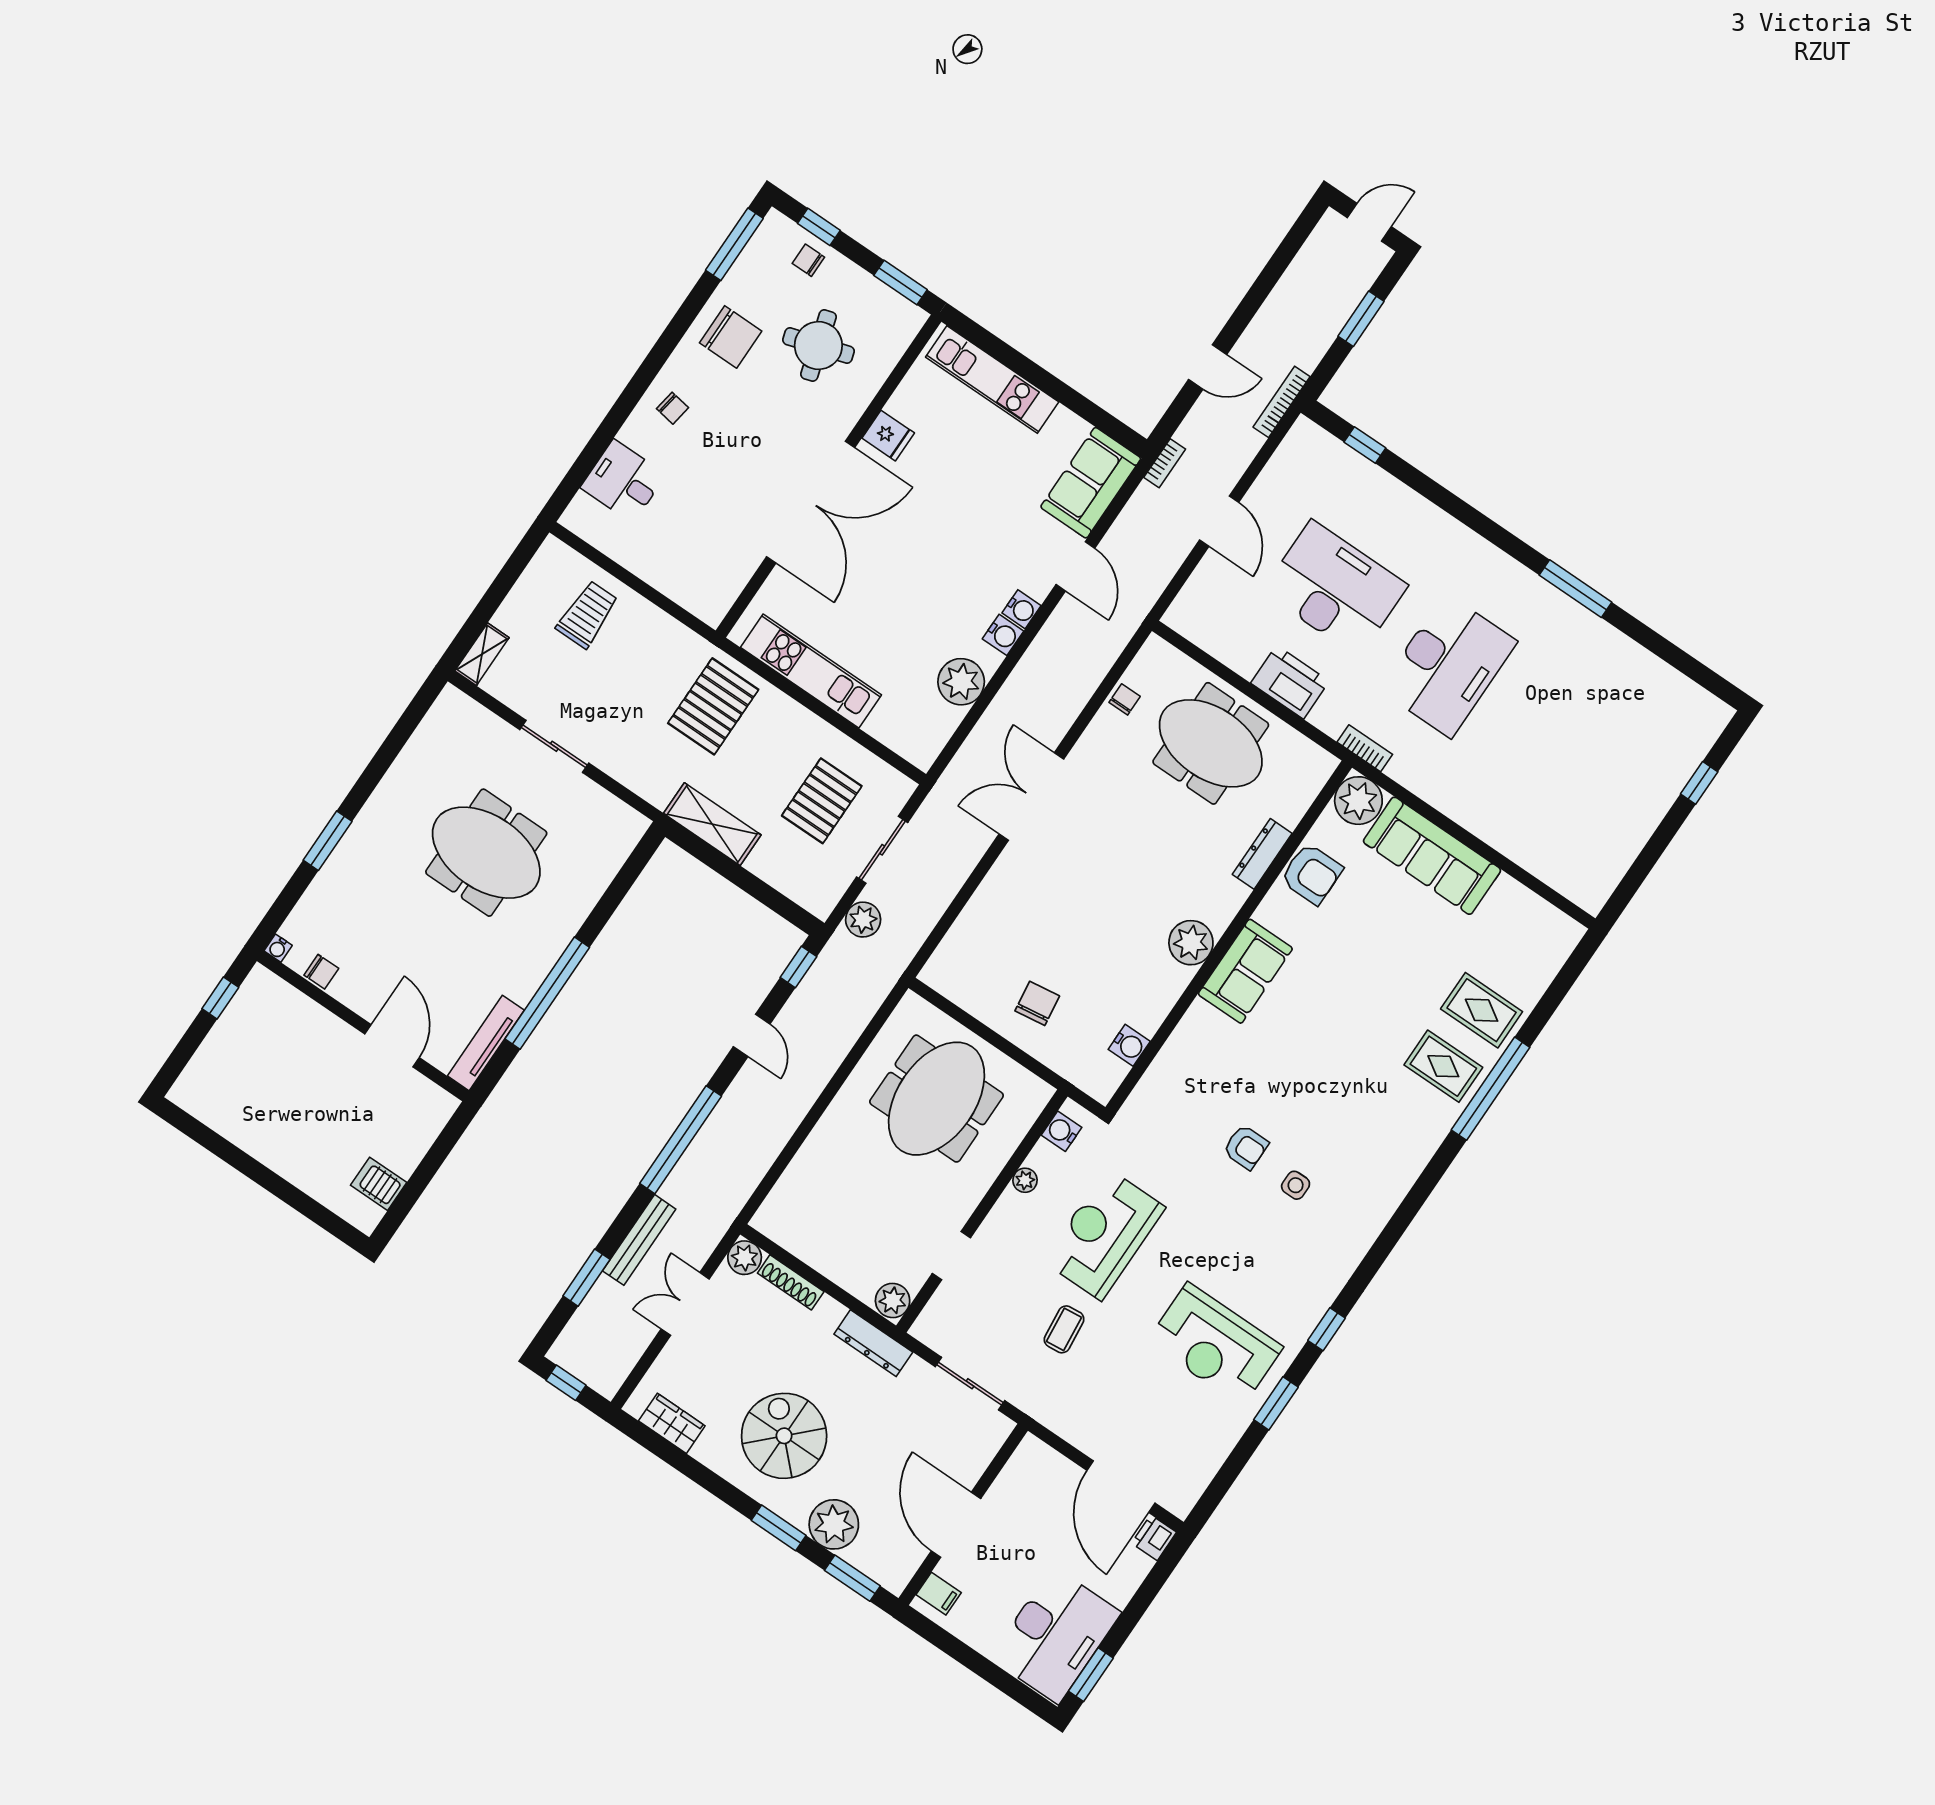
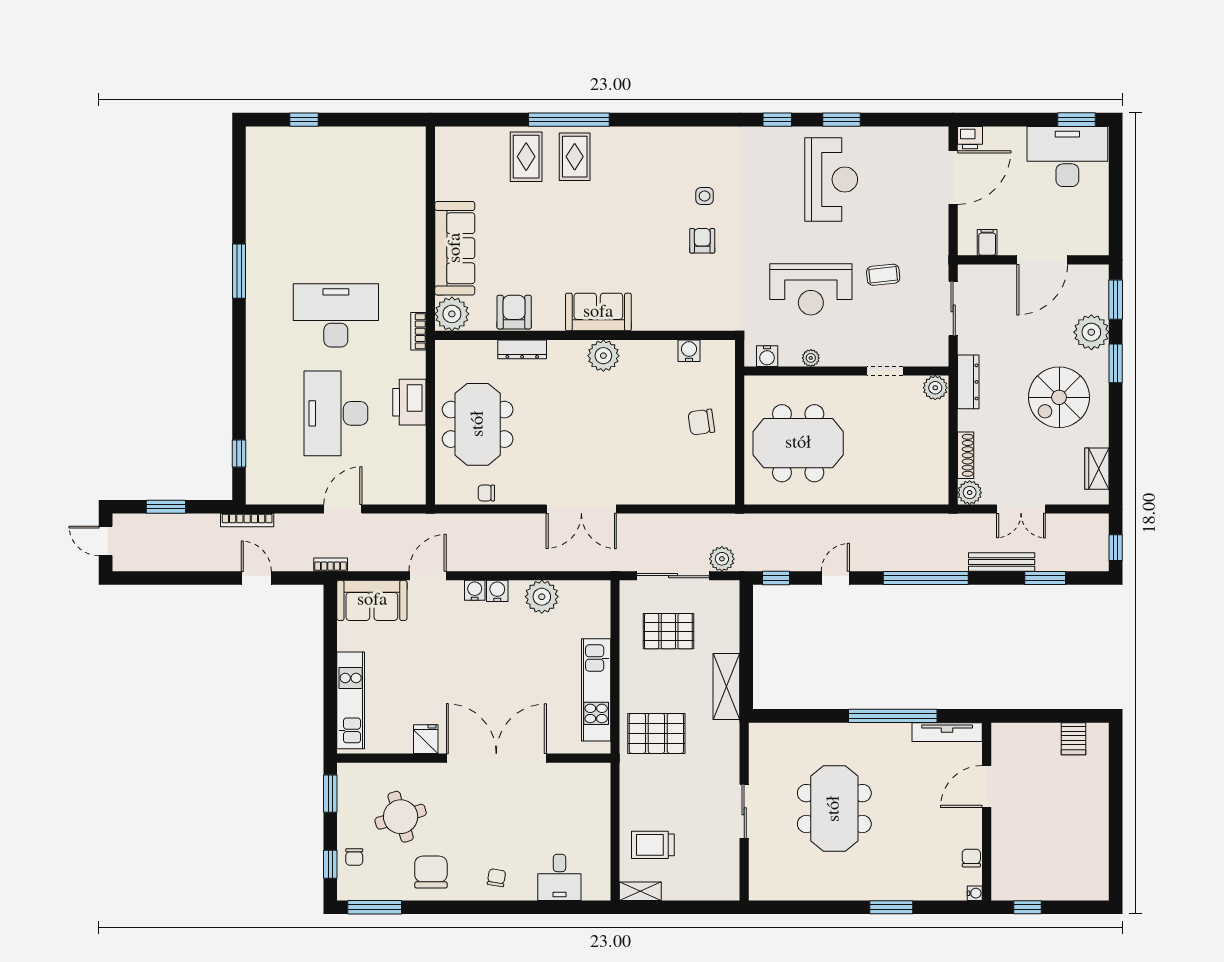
shelving: (482, 654) -> (640, 891), moved
sliding door: (882, 850) -> (673, 576), width x1.37
filing cabinet: (939, 1594) -> (987, 242), moved

